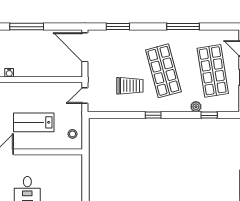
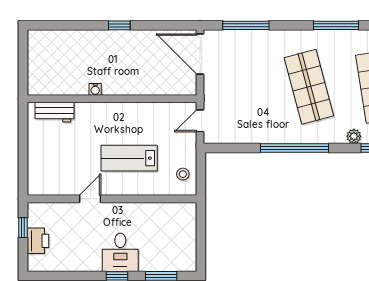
window: (27, 27) -> (119, 25), width x0.46
window: (118, 27) -> (246, 25), width x1.44
trolley: (130, 86) -> (262, 107), removed
window: (153, 115) -> (295, 148), width x3.17

